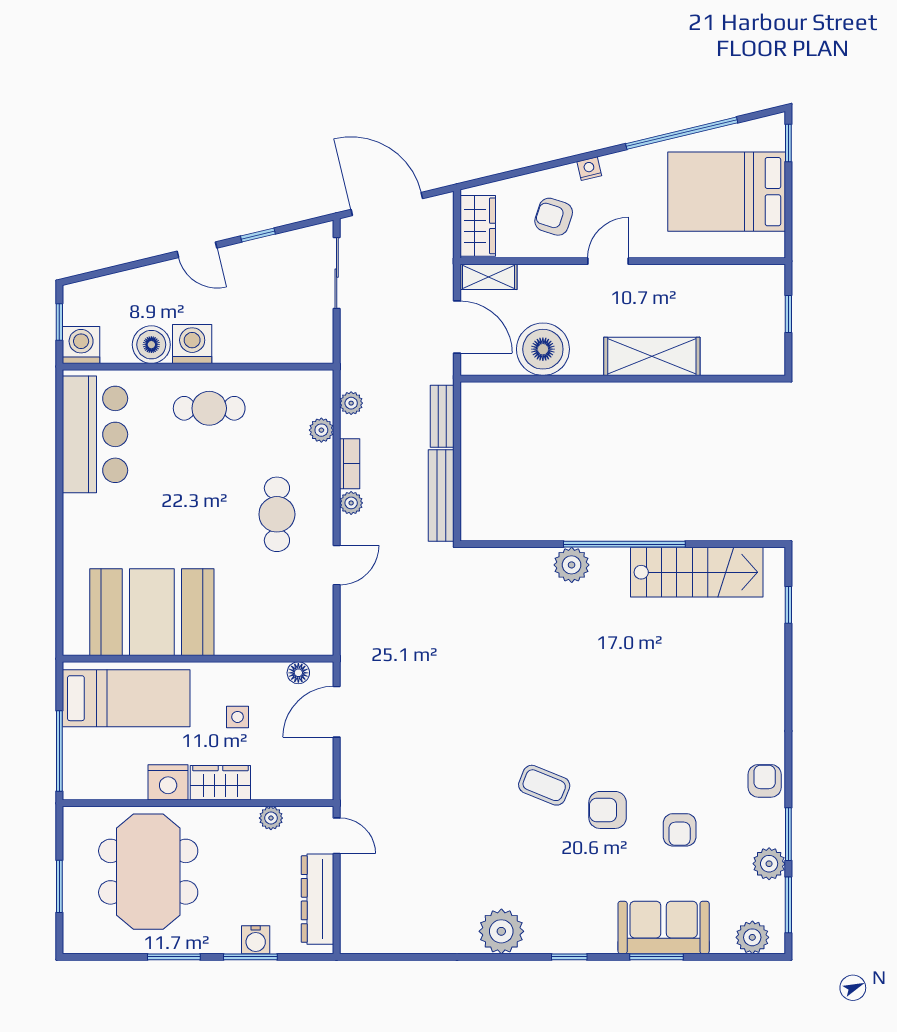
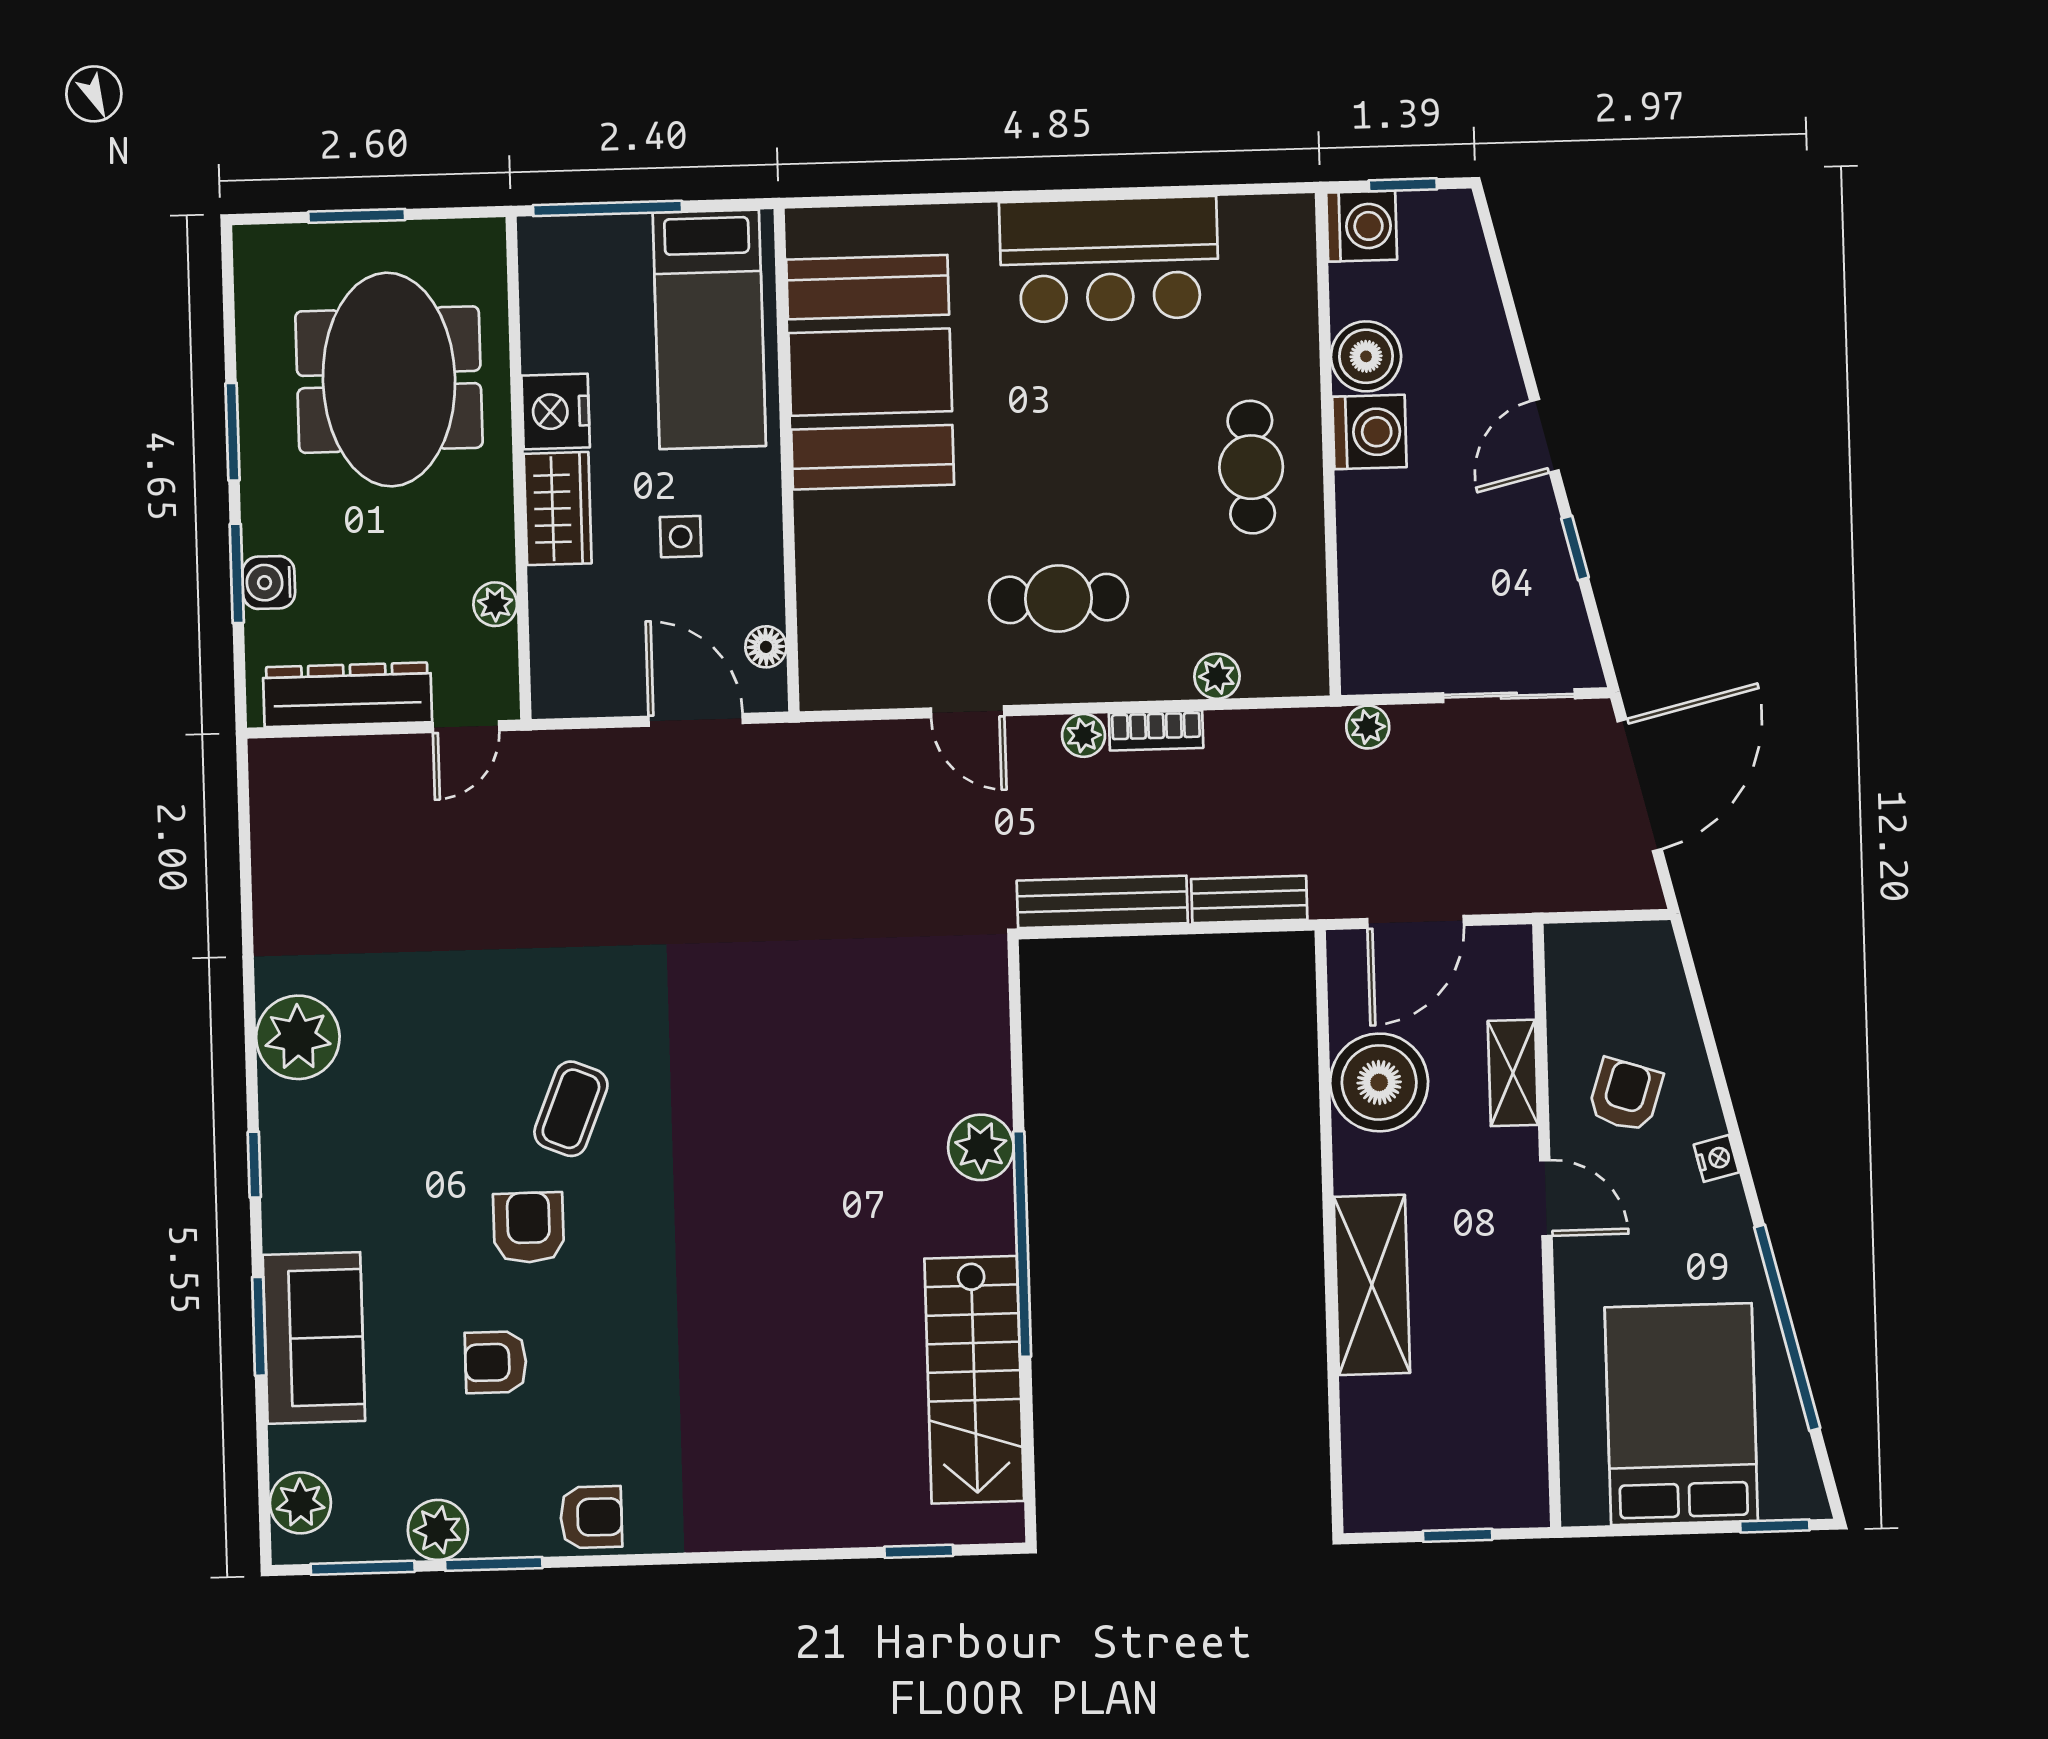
wardrobe: (478, 226) -> (1604, 955), removed
shelving: (488, 277) -> (1513, 1073), moved
plant: (351, 403) -> (1368, 727), moved
bar counter: (95, 434) -> (1109, 260), moved
meeting table: (148, 872) -> (389, 380), turned 90

